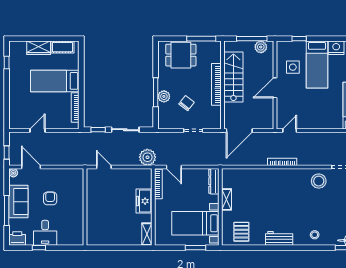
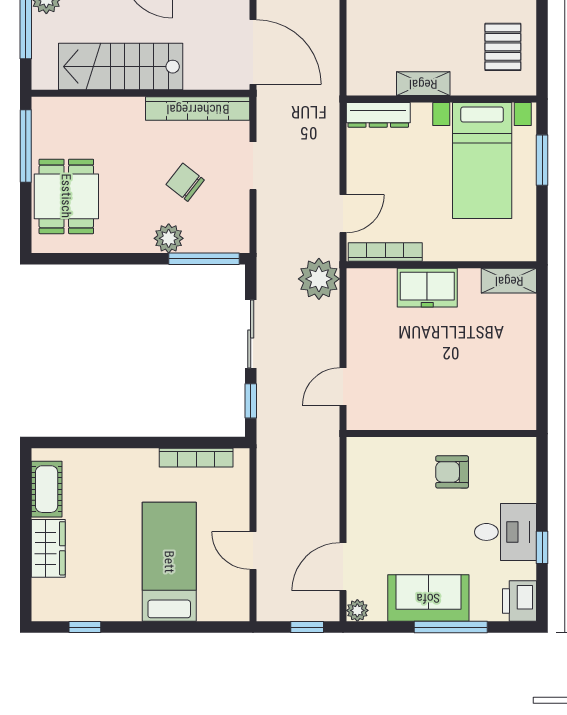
bed: (55, 81) -> (169, 562), moved, turned 180
bookcase: (216, 84) -> (198, 109), moved
window: (156, 92) -> (204, 259), moved
armchair: (50, 198) -> (452, 472), moved
pallet: (241, 232) -> (503, 47), turned 90

